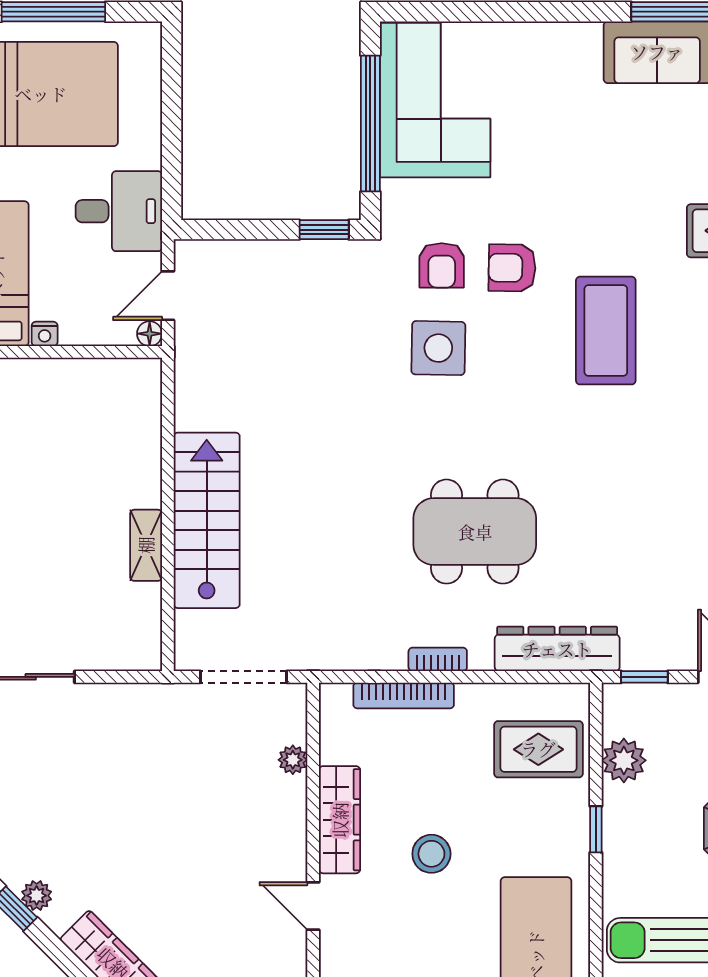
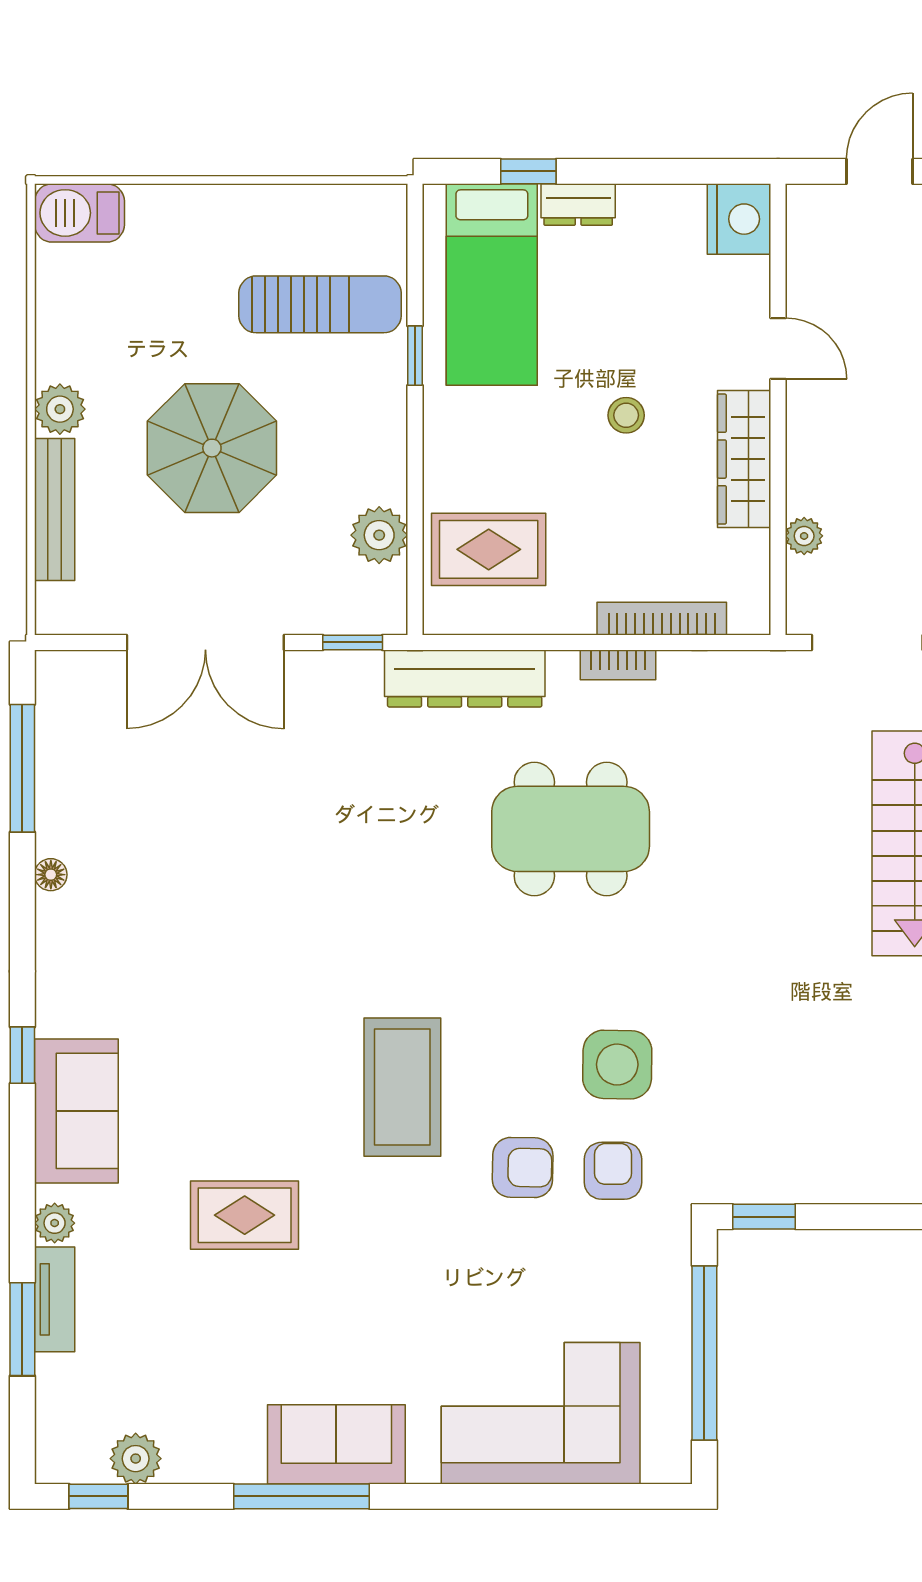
corner sofa: (435, 100) -> (541, 1413), moved, turned 90
window: (596, 829) -> (415, 356), moved
stool: (431, 854) -> (626, 415), width x0.73, depth x0.73

